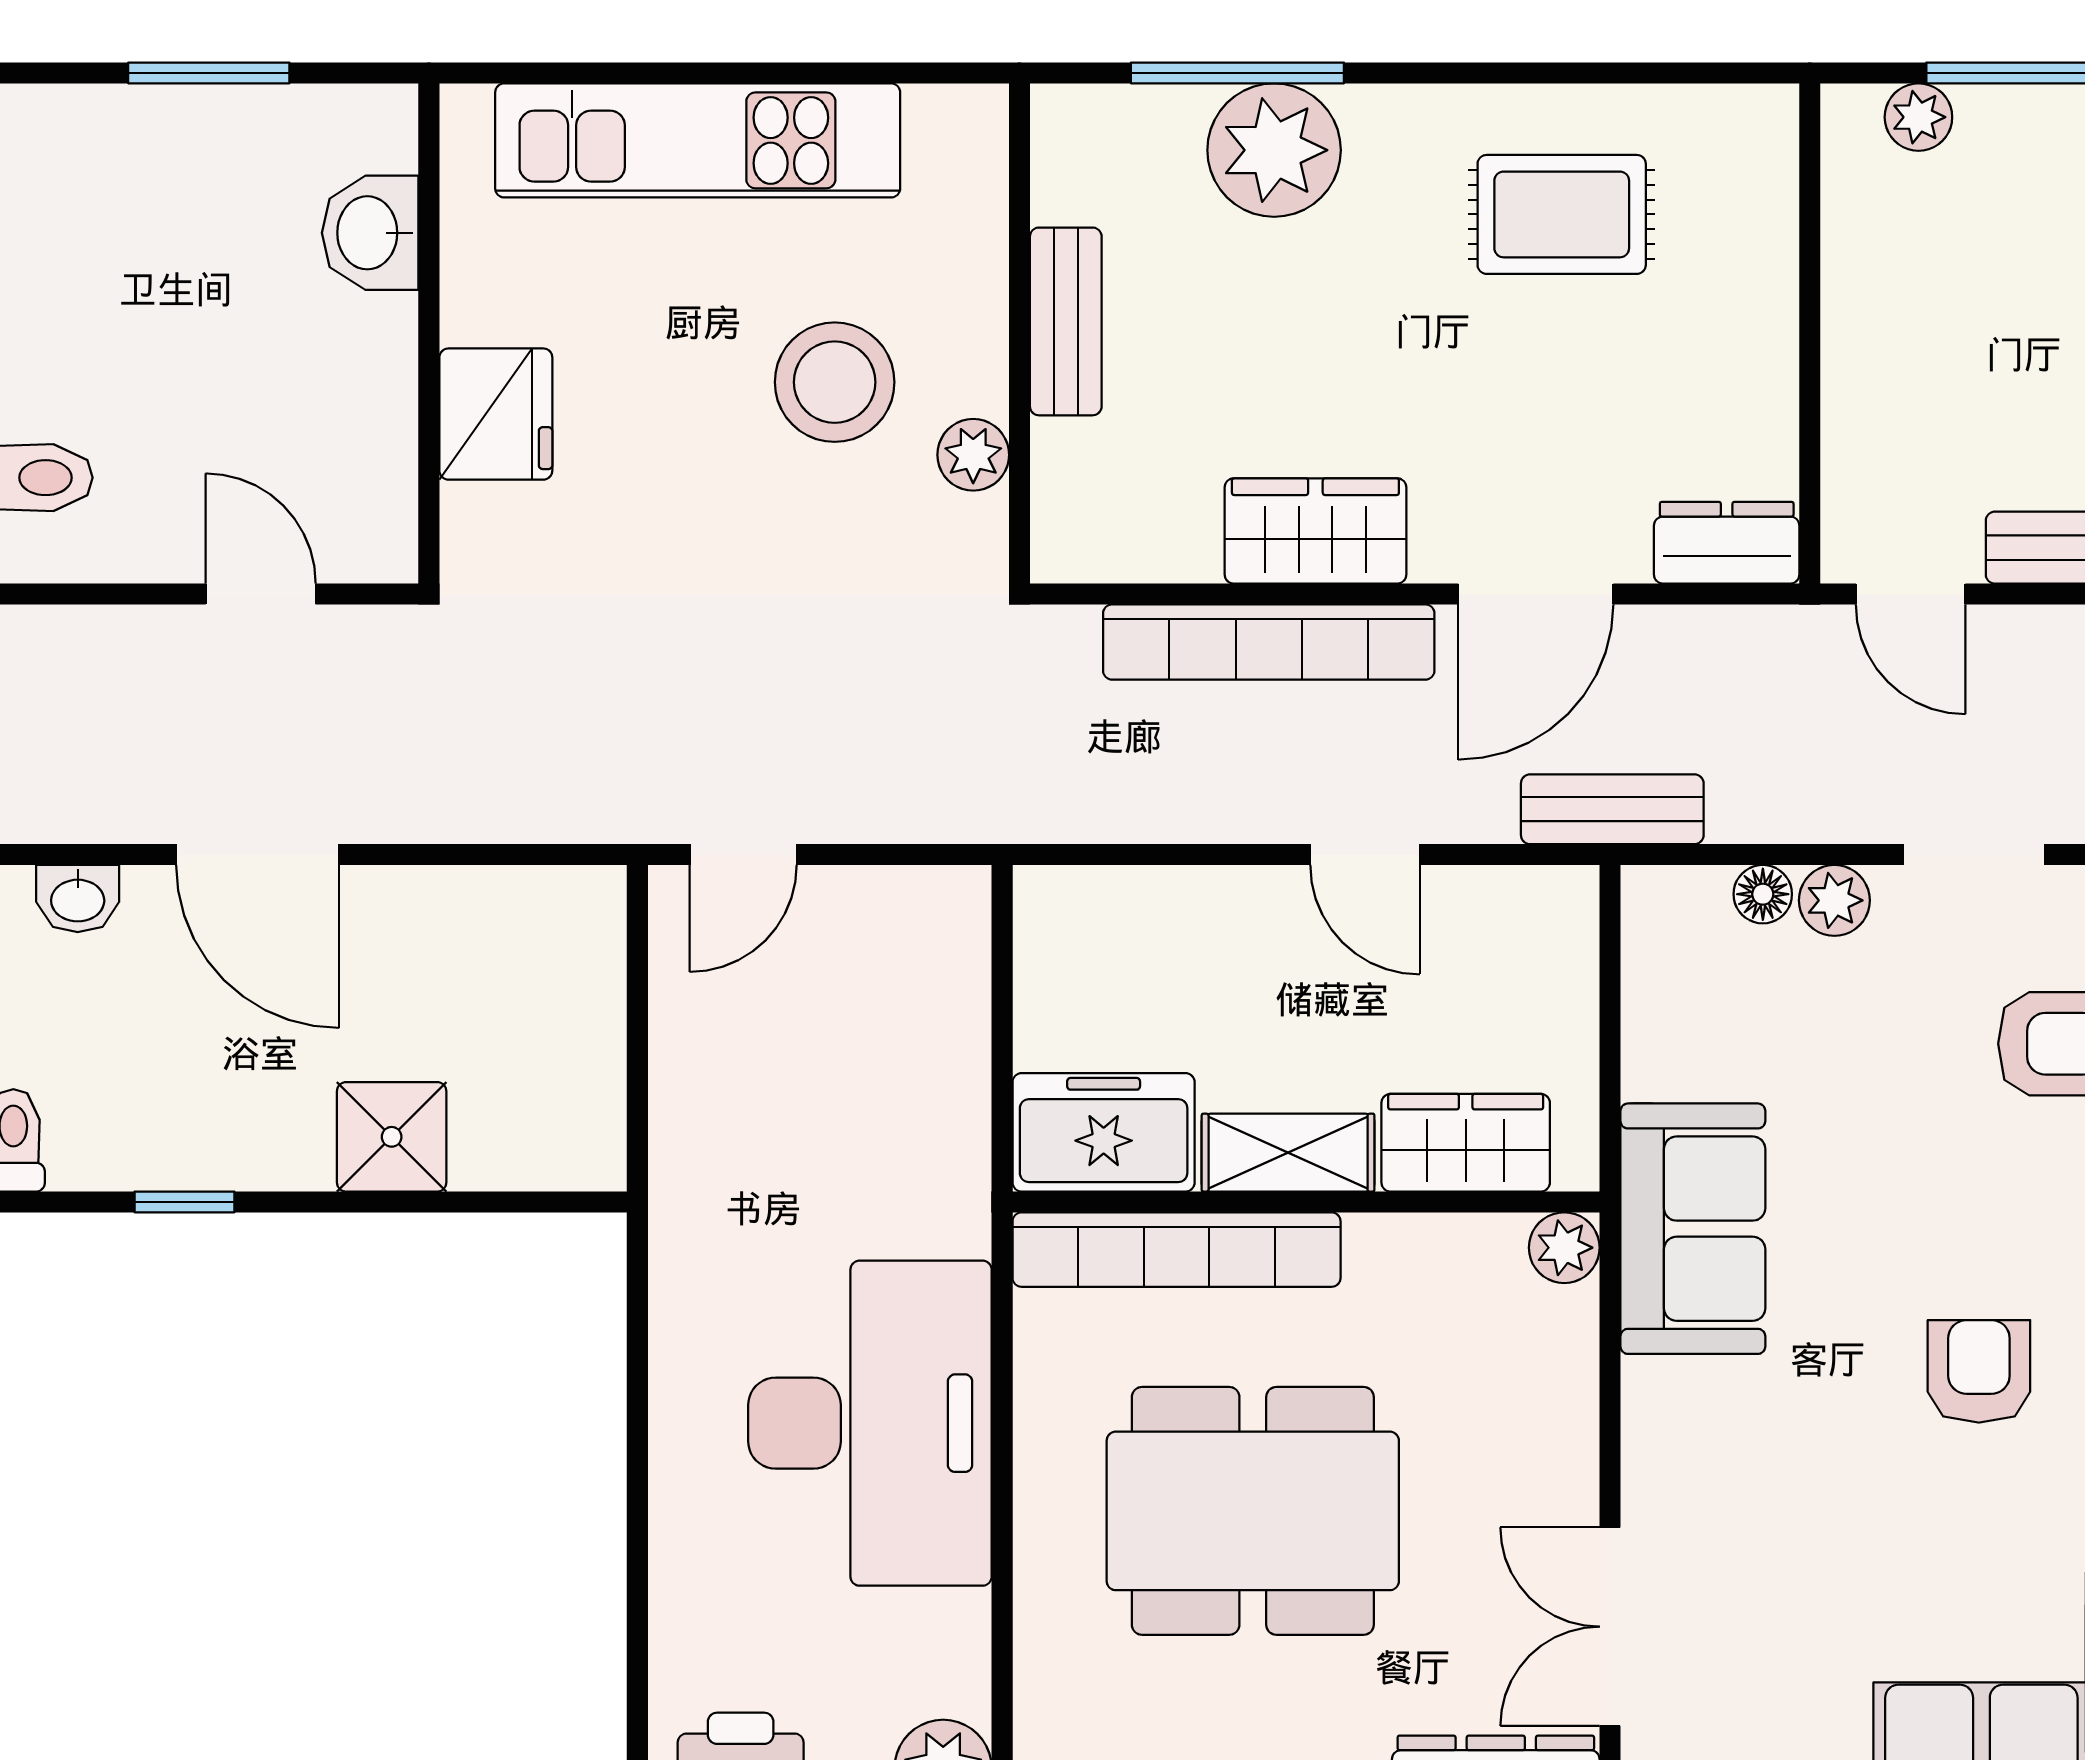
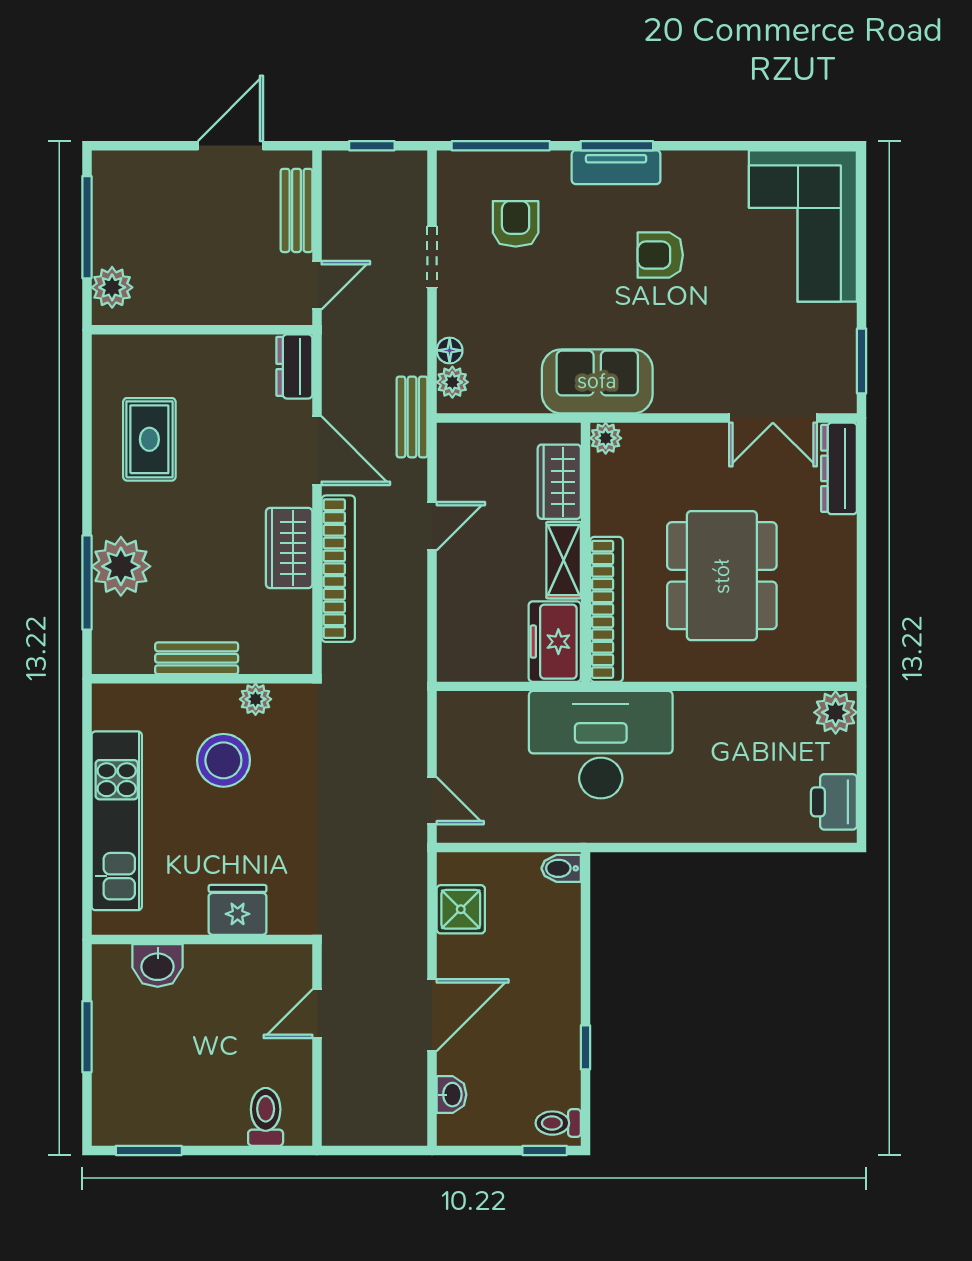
plant: (1918, 117) -> (112, 287), width x1.38, depth x1.38
plant: (1834, 900) -> (452, 382), moved
shower: (392, 1137) -> (461, 909), moved
bidet: (590, 1147) -> (561, 868), added
desk: (870, 1423) -> (601, 745), moved

